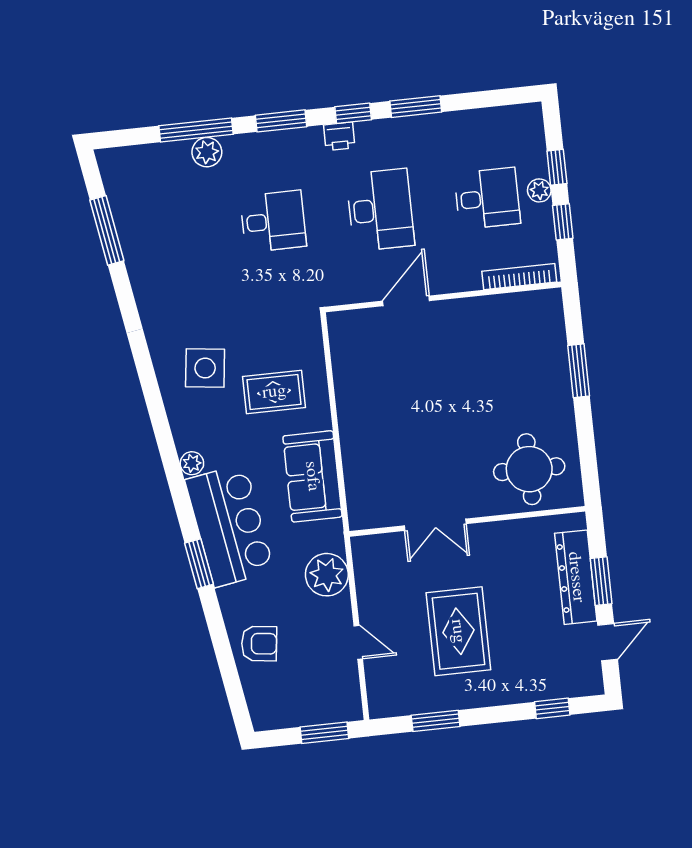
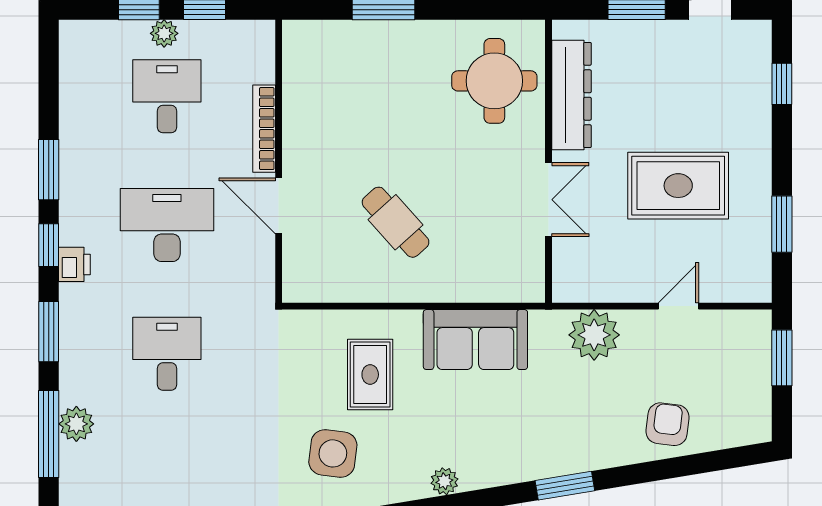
bookcase: (519, 277) -> (264, 129), moved
cafe table: (403, 400) -> (396, 222), added
bar counter: (230, 526) -> (523, 444), removed
dresser: (576, 577) -> (571, 95), moved, turned -90

